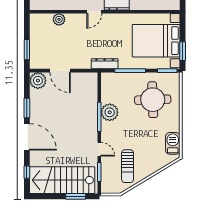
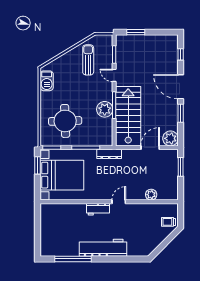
door: (60, 71) -> (150, 148), hinge flipped
stairs: (62, 180) -> (128, 116), moved, turned -90

